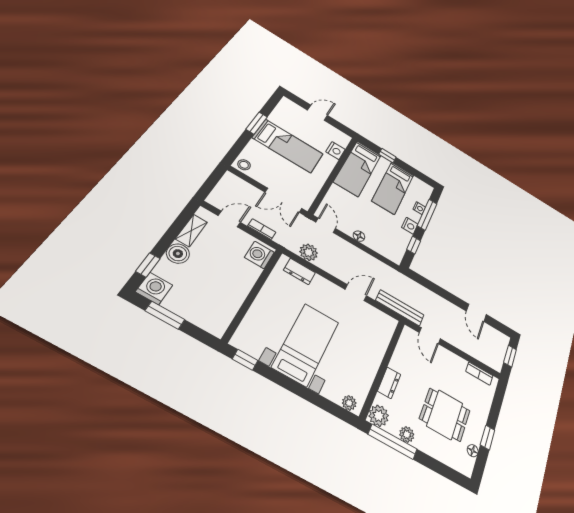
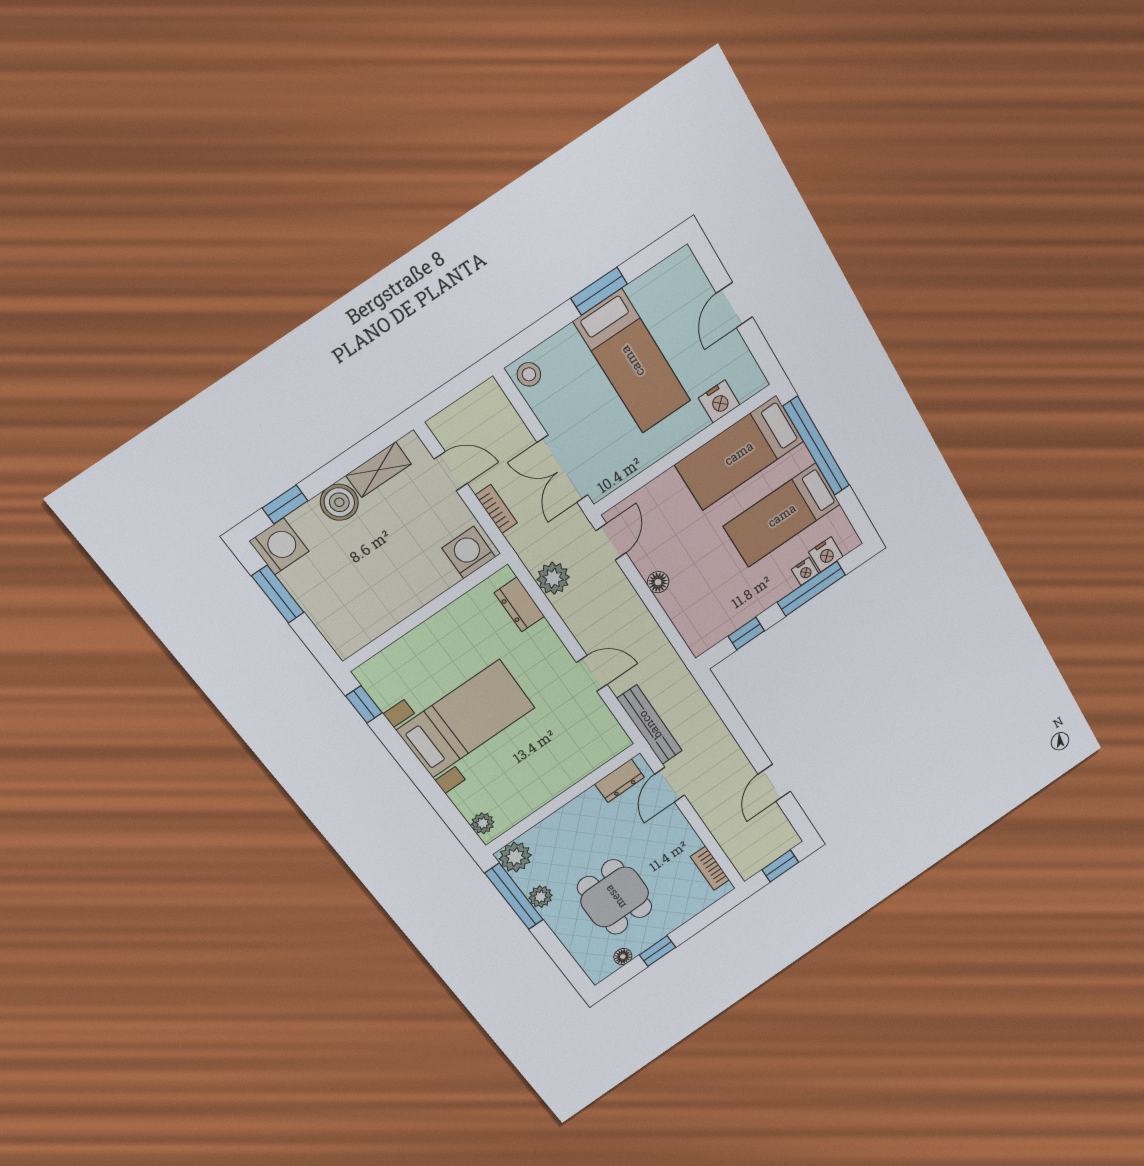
door: (318, 113) -> (735, 305), swing flipped
window: (387, 156) -> (816, 446), width x3.17
nightstand: (410, 226) -> (826, 554), moved
dresser: (389, 383) -> (620, 781), moved

